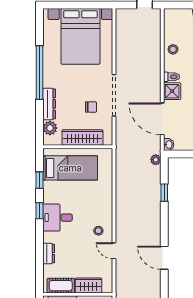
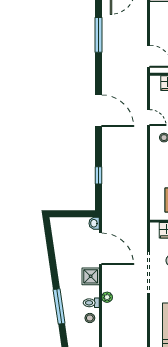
toilet: (172, 77) -> (91, 303), moved
plant: (156, 160) -> (107, 297), moved
door: (164, 258) -> (98, 111), width x1.36

